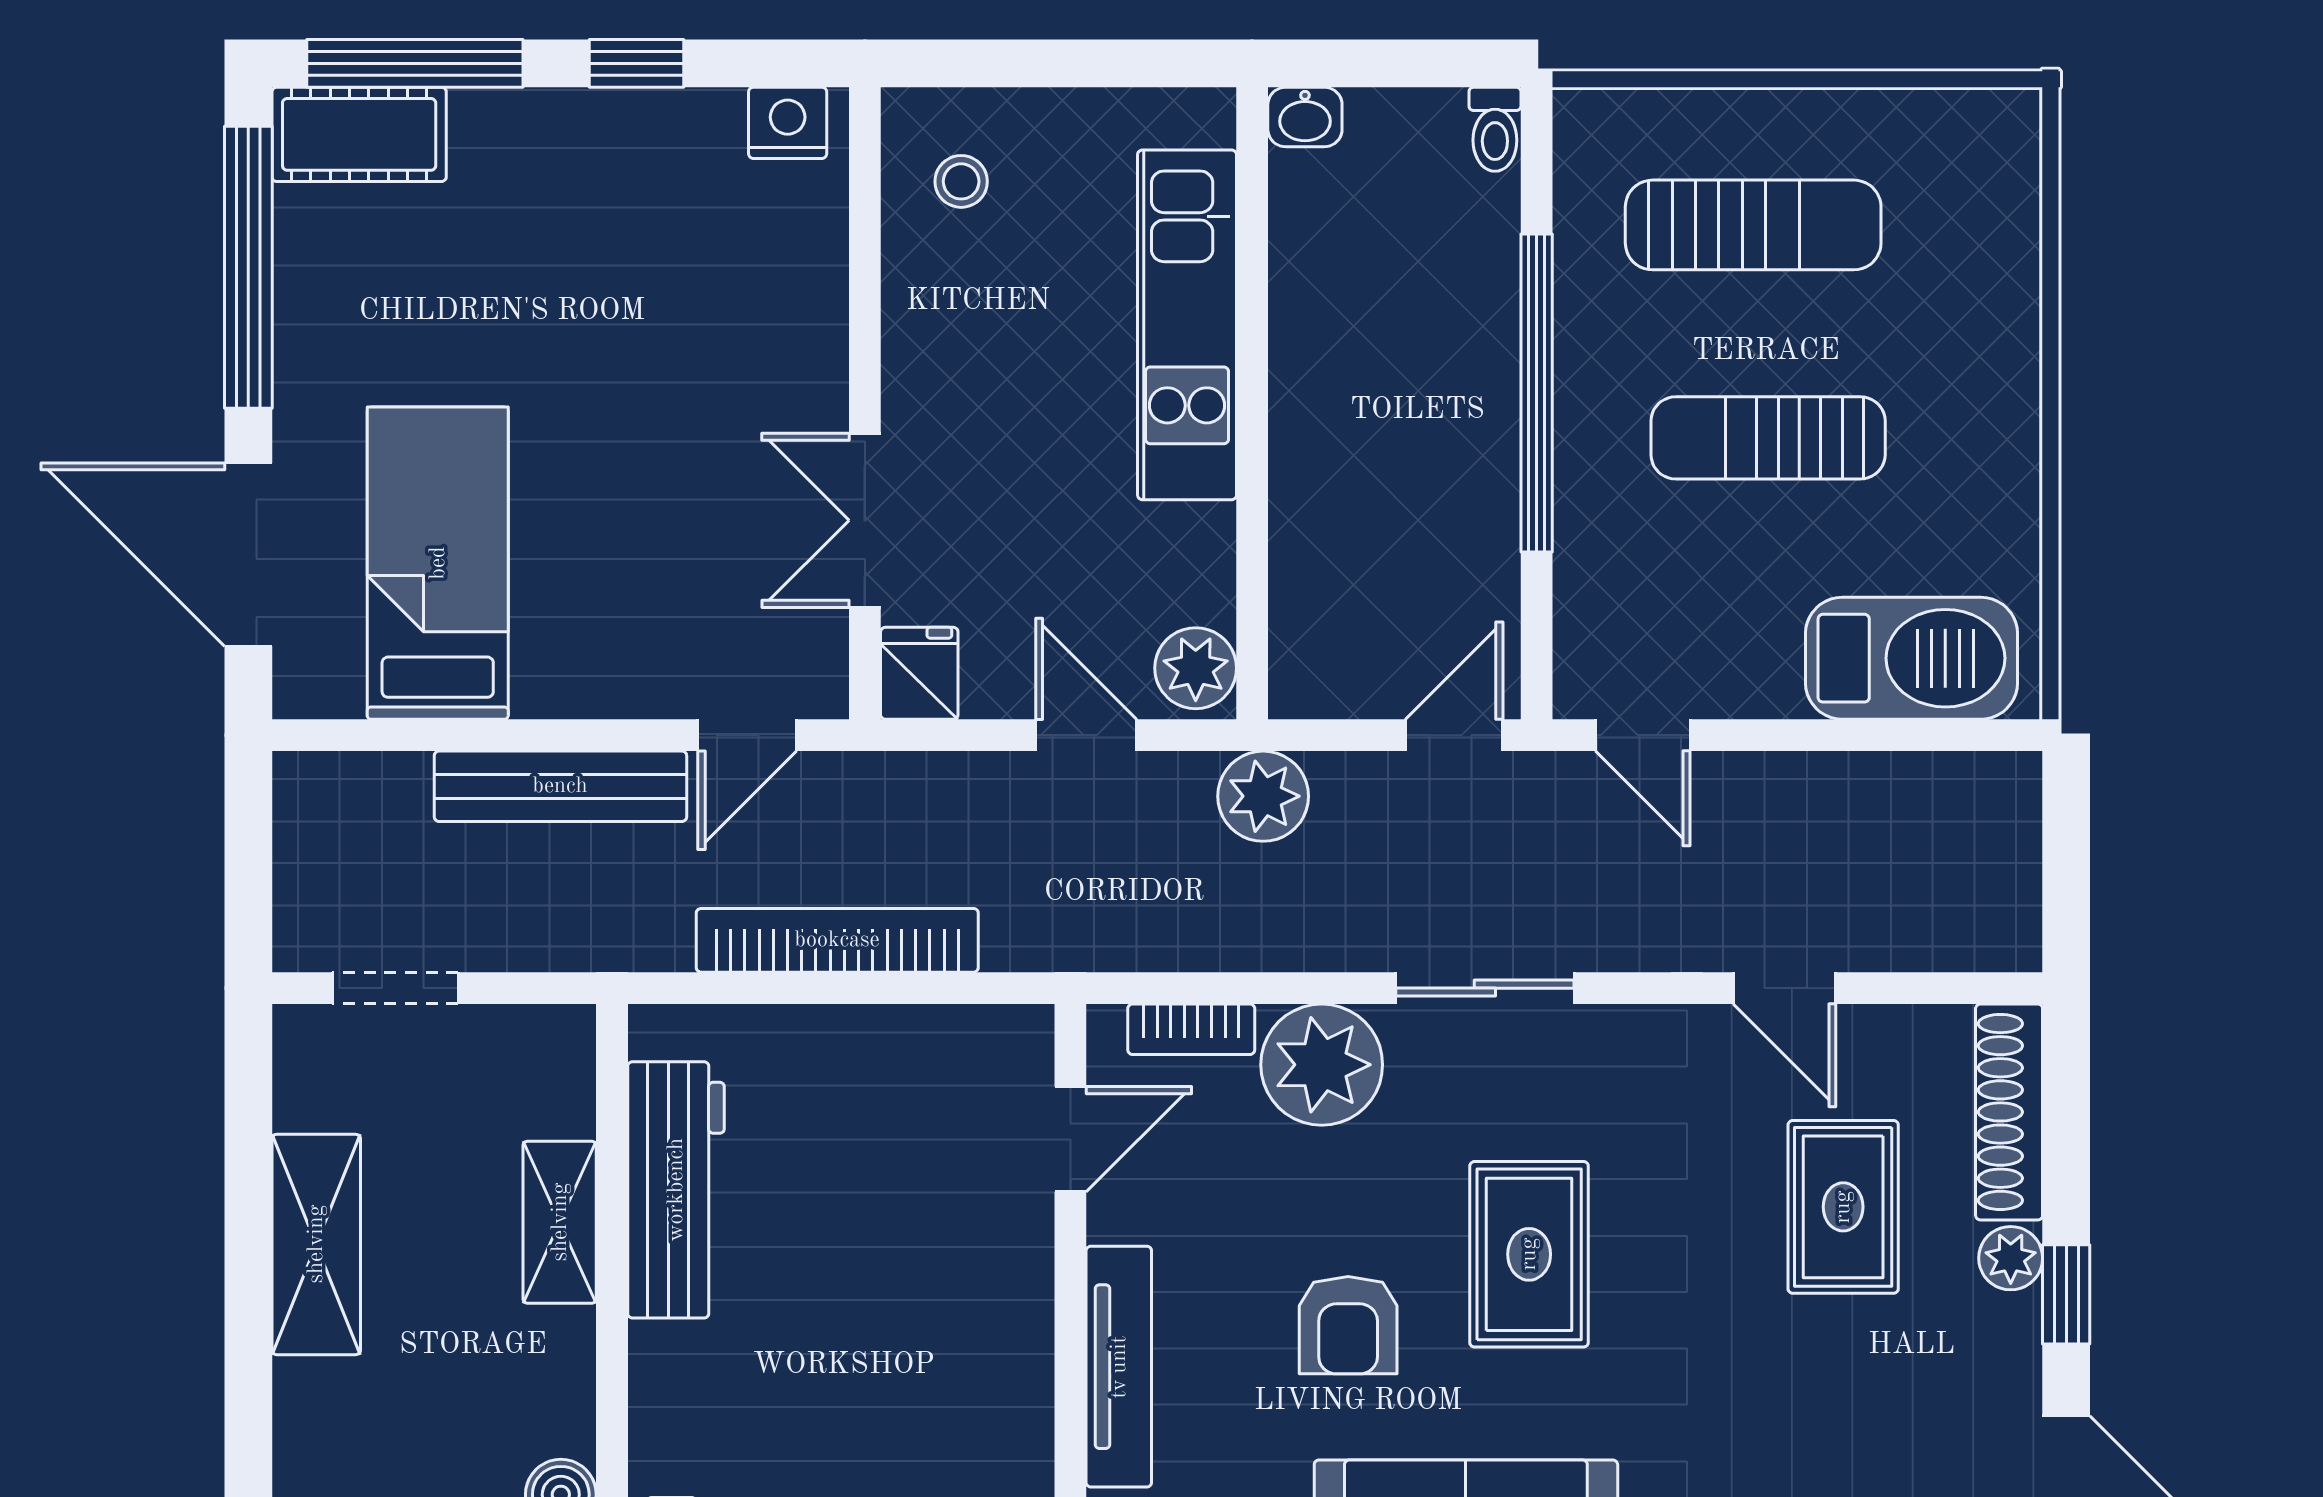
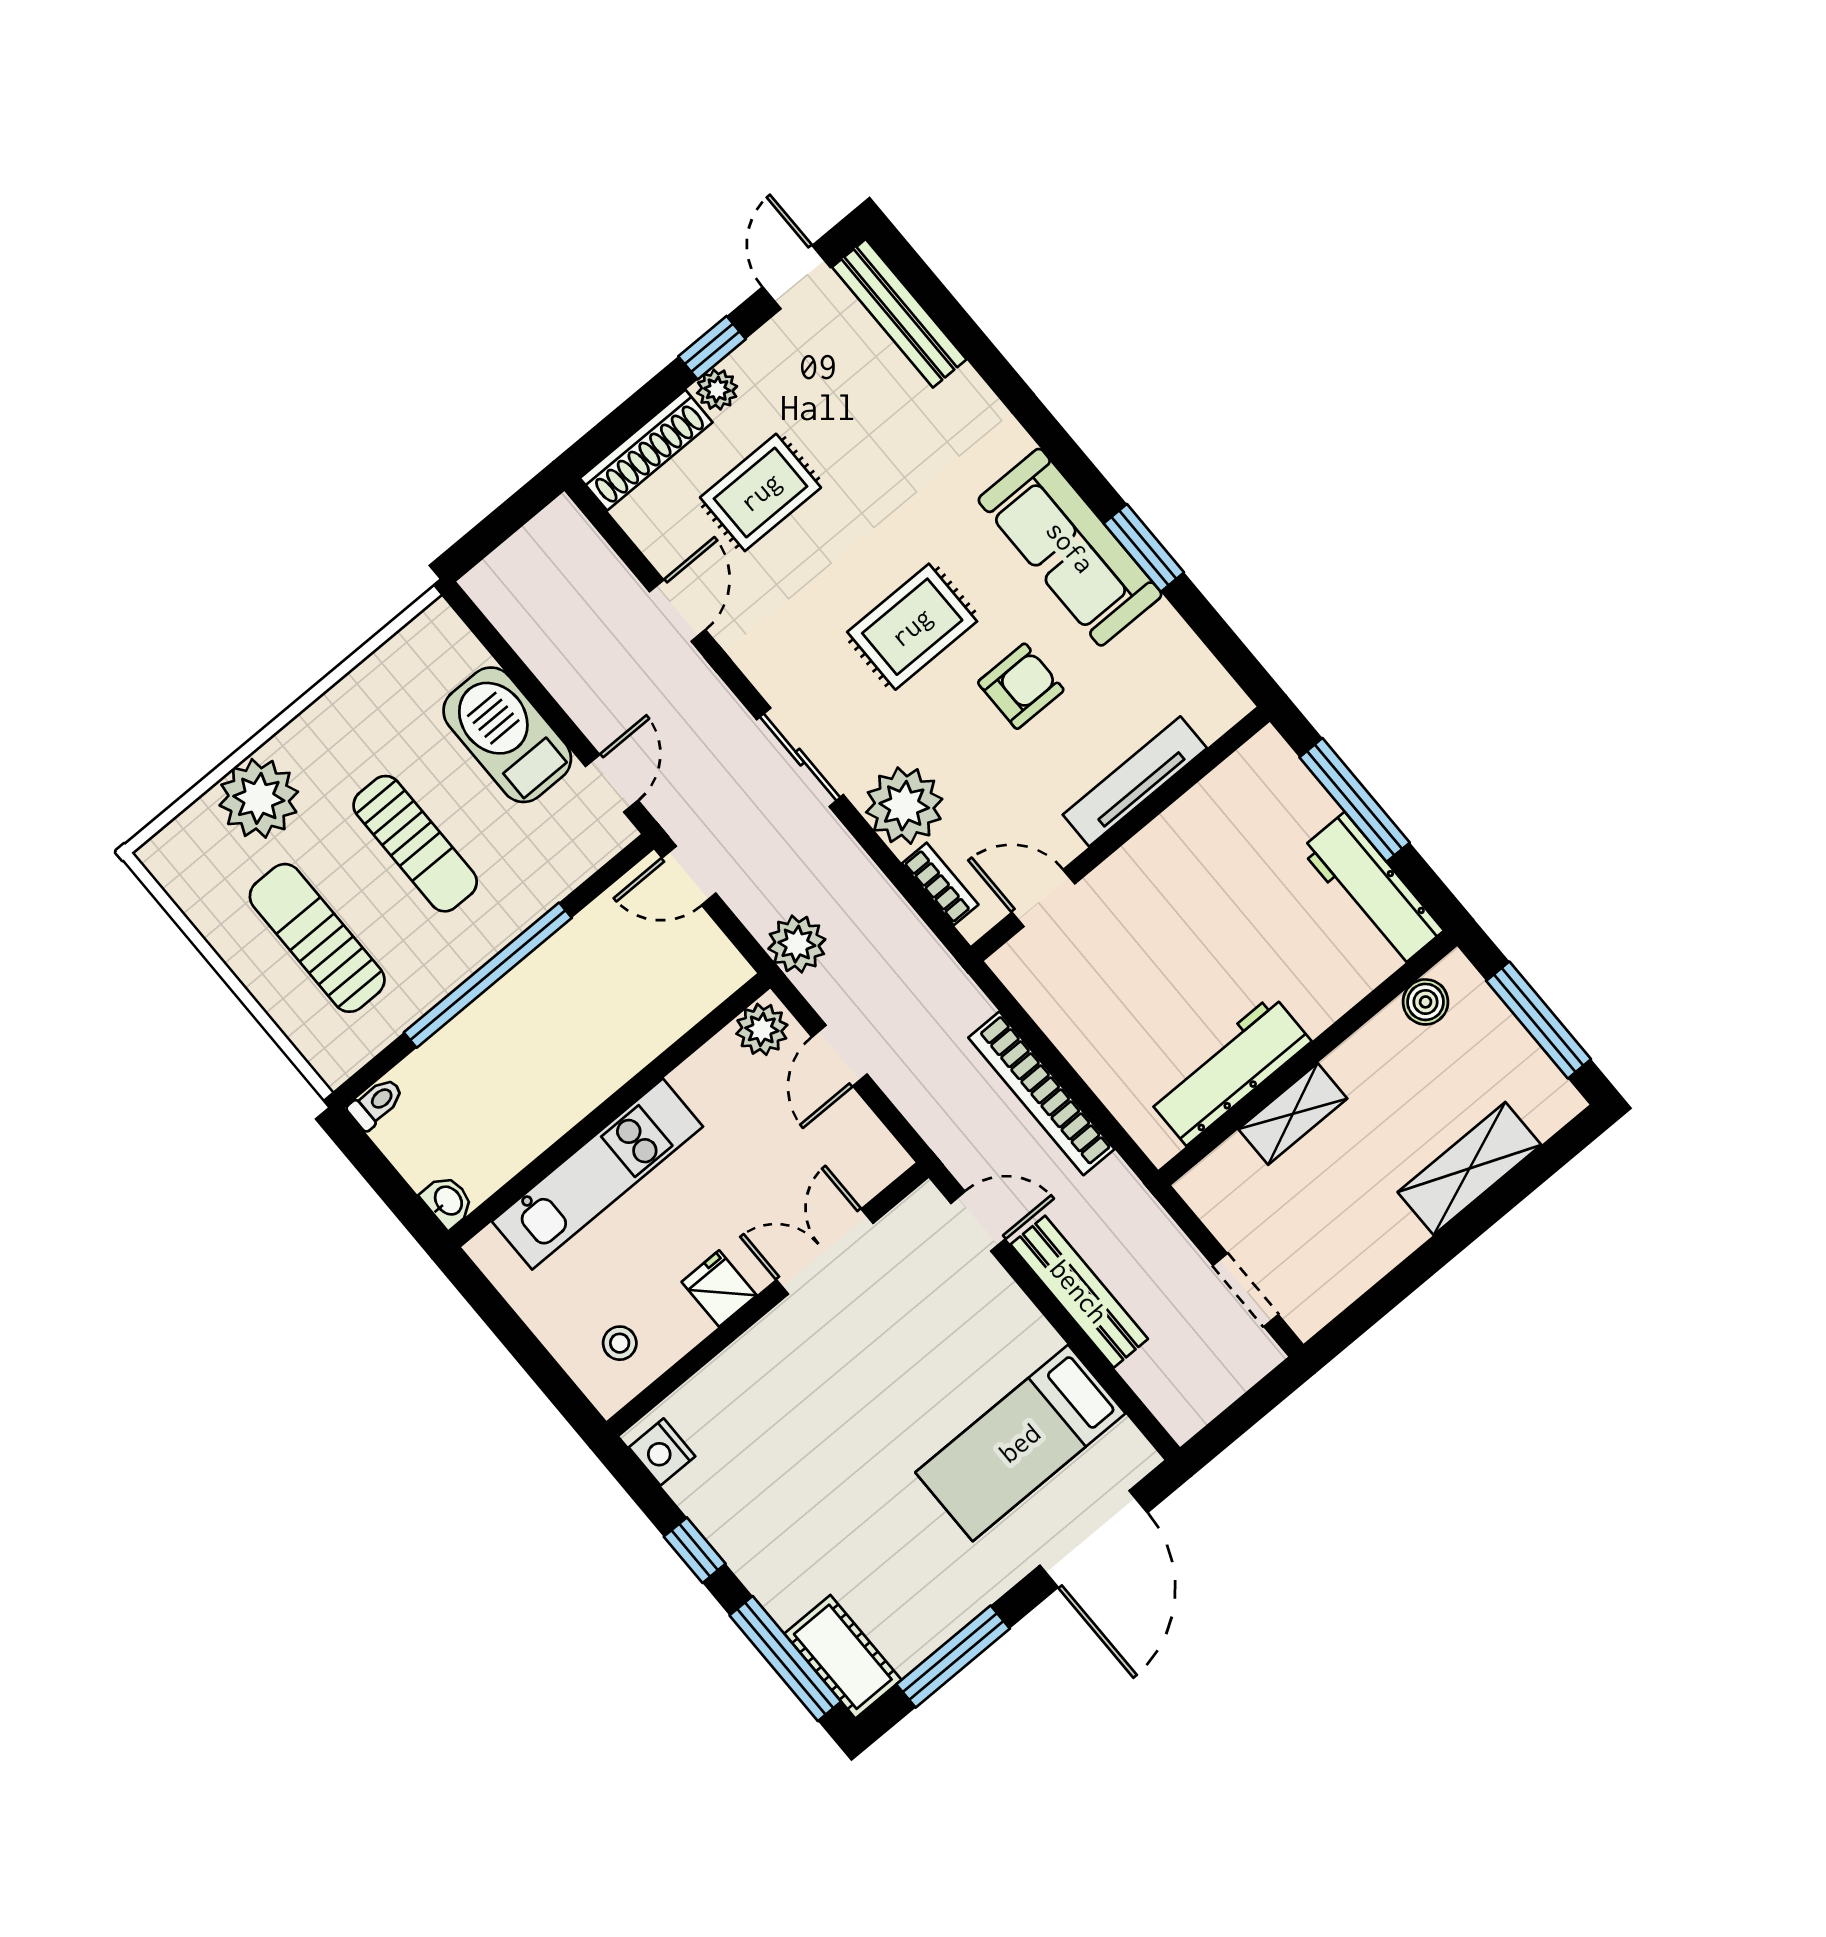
window: (248, 267) -> (953, 1657), width x0.68
plant: (1980, 295) -> (259, 798), added
double door: (865, 520) -> (825, 1252), swing flipped
barbecue: (1911, 658) -> (507, 735), moved
fridge: (919, 673) -> (719, 1289), moved, turned 90
shelving: (316, 1244) -> (1469, 1168), moved

